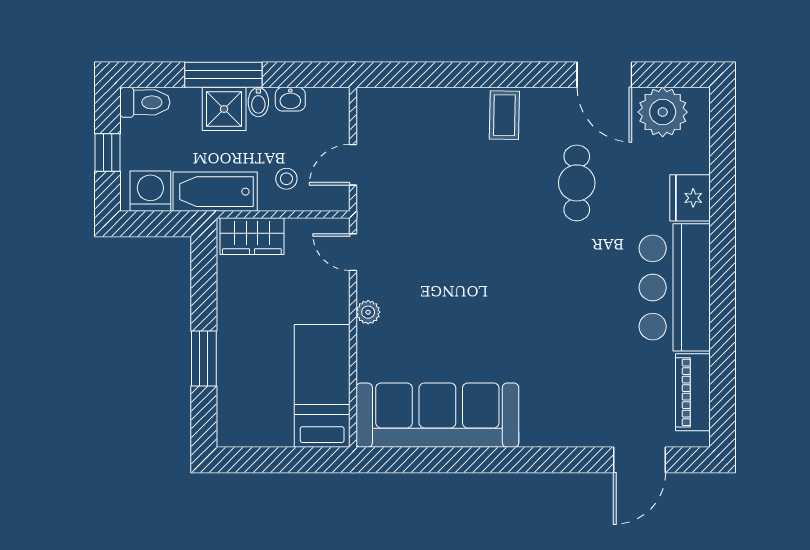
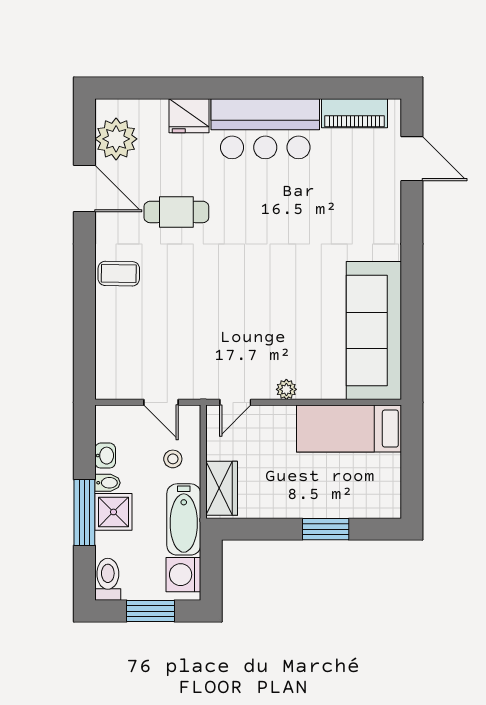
door: (604, 75) -> (84, 189), hinge flipped
window: (108, 153) -> (151, 611), width x1.50

